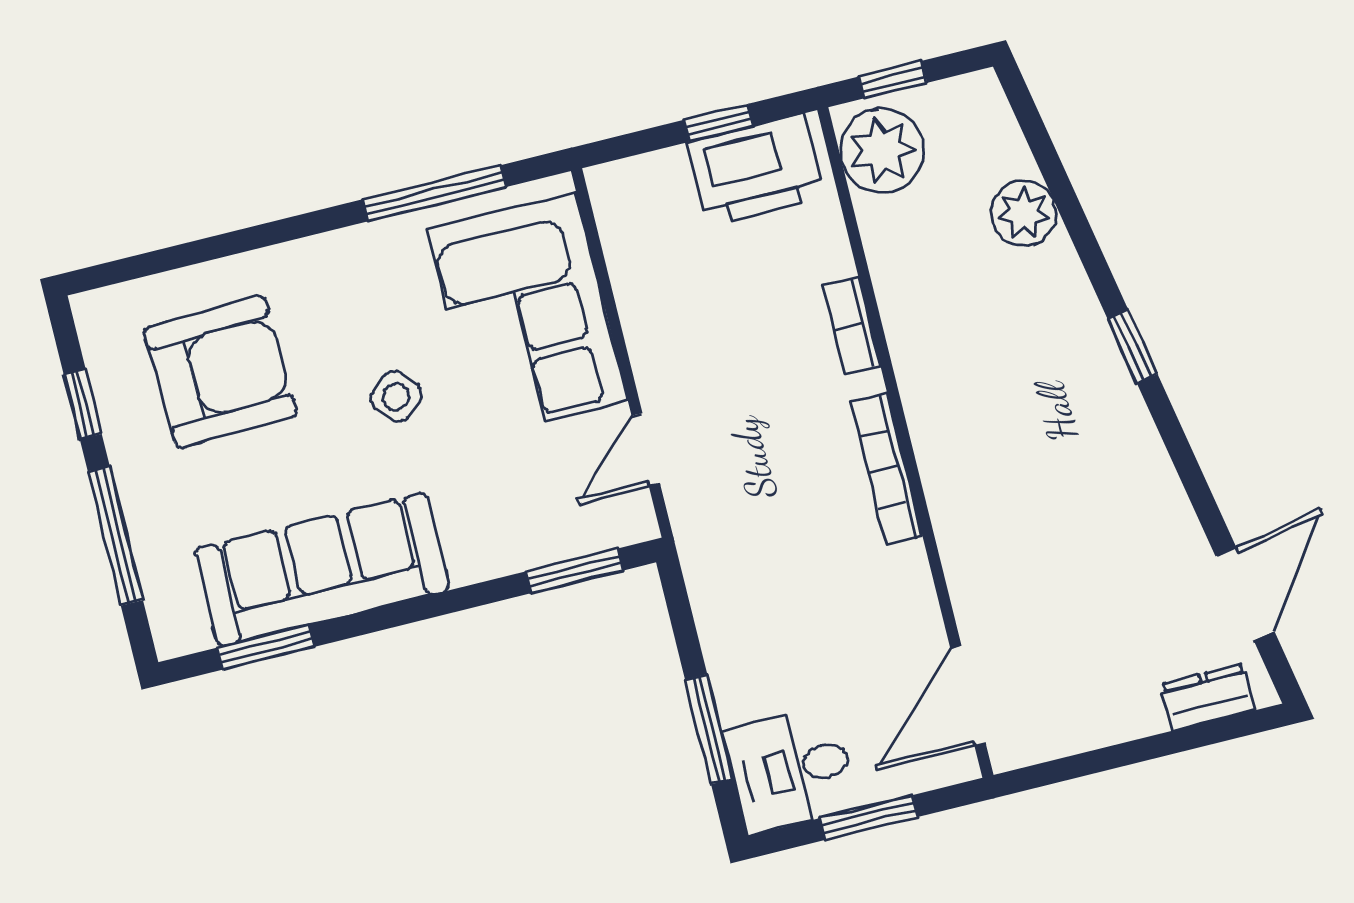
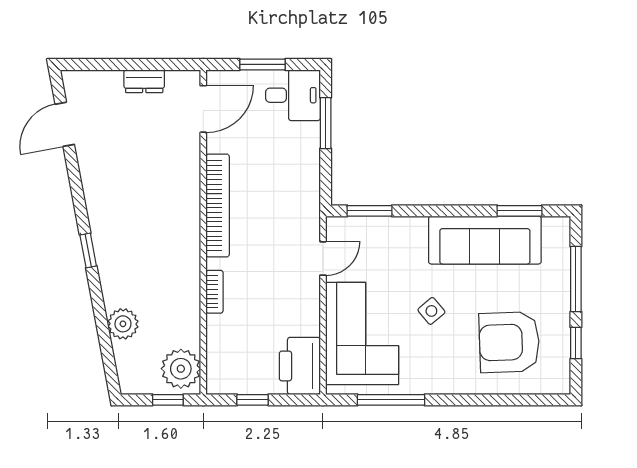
printer: (756, 170) -> (300, 366), moved, turned -90
bookcase: (887, 469) -> (218, 205), width x1.48, depth x1.31
dresser: (1208, 697) -> (144, 81), moved

